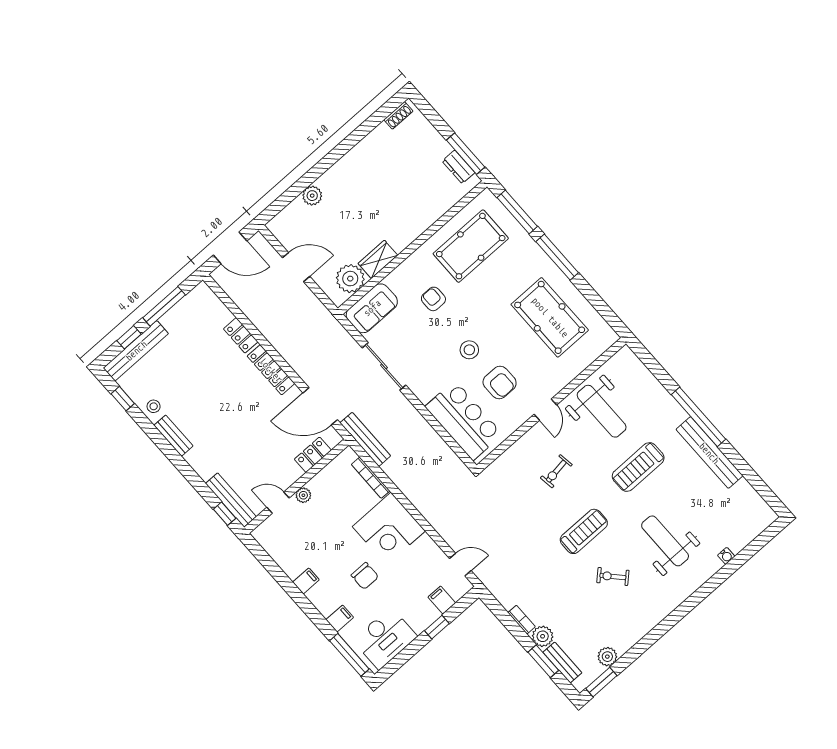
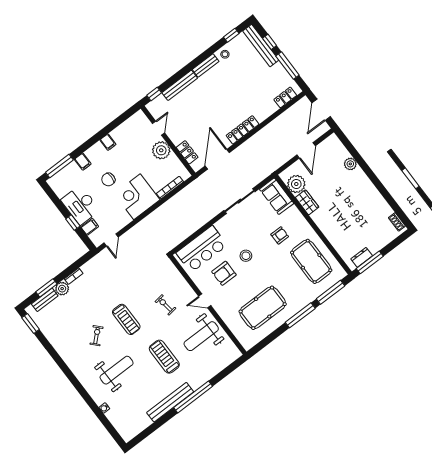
locker: (241, 335) -> (285, 97), moved
bench: (365, 439) -> (194, 186), removed
plant: (303, 495) -> (161, 150), width x1.87, depth x1.87
bench: (231, 500) -> (180, 85), moved
desk: (385, 638) -> (80, 205), moved
plant: (607, 657) -> (46, 328), removed

